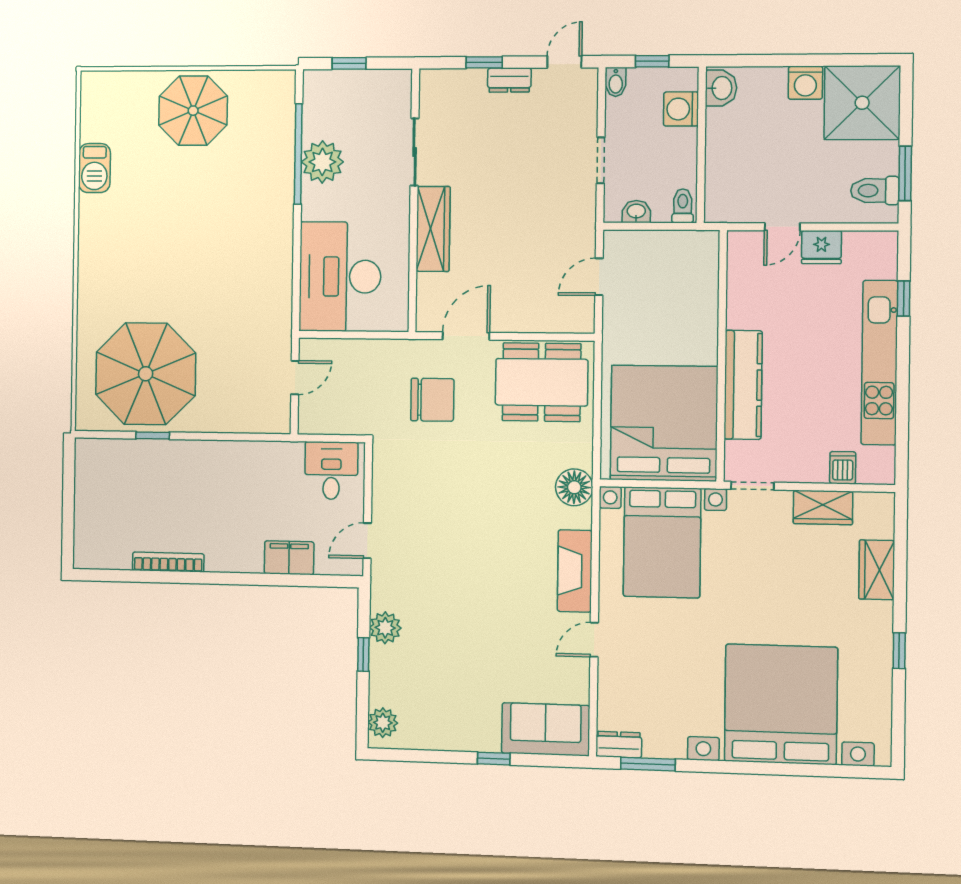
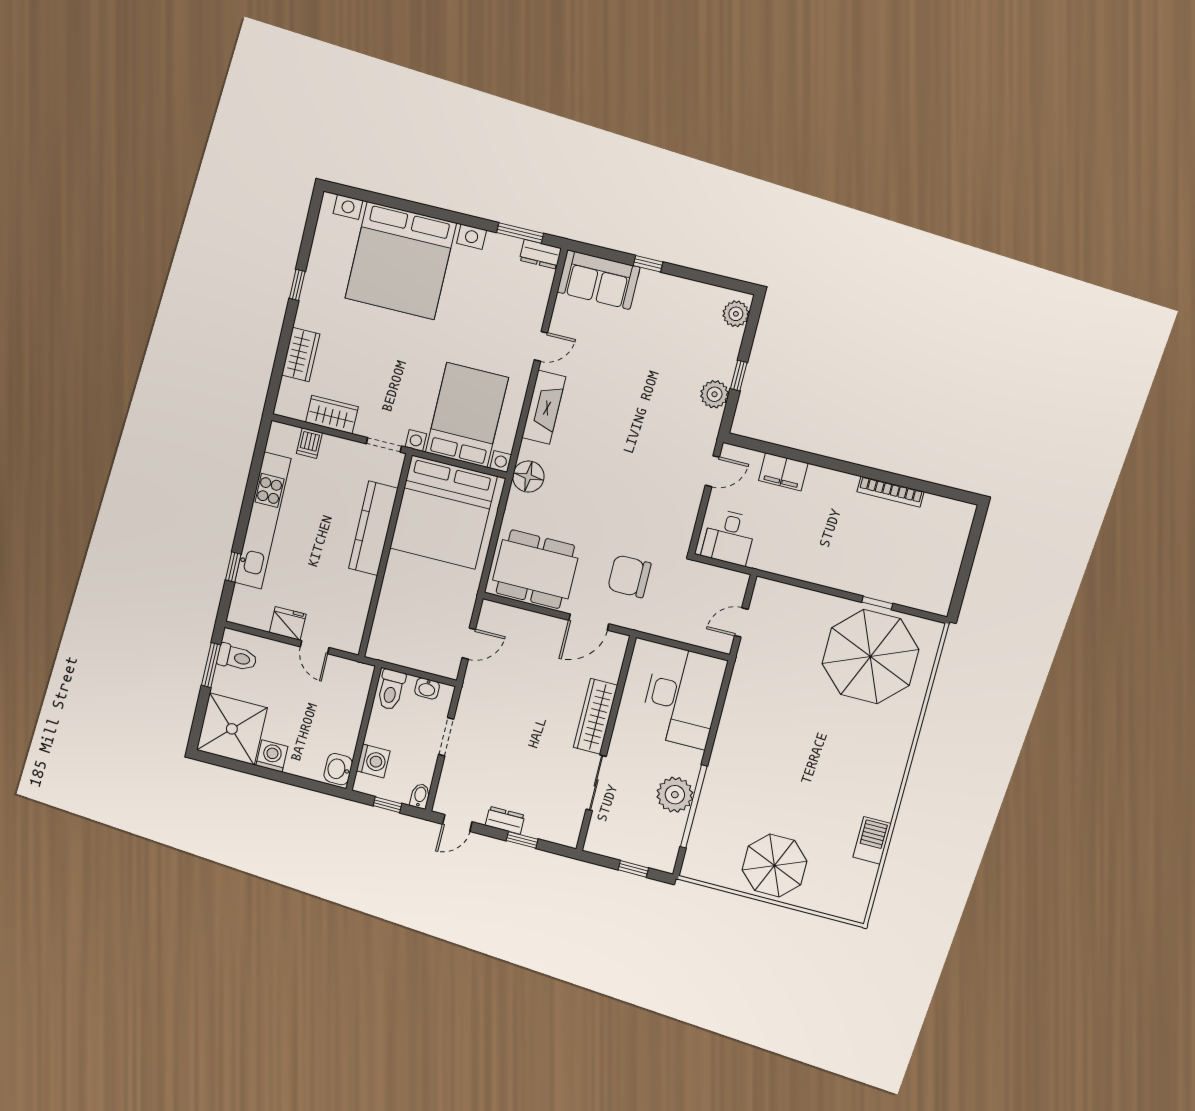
toilet: (683, 206) -> (391, 690), width x1.37, depth x1.39
door: (782, 227) -> (315, 647), swing flipped

